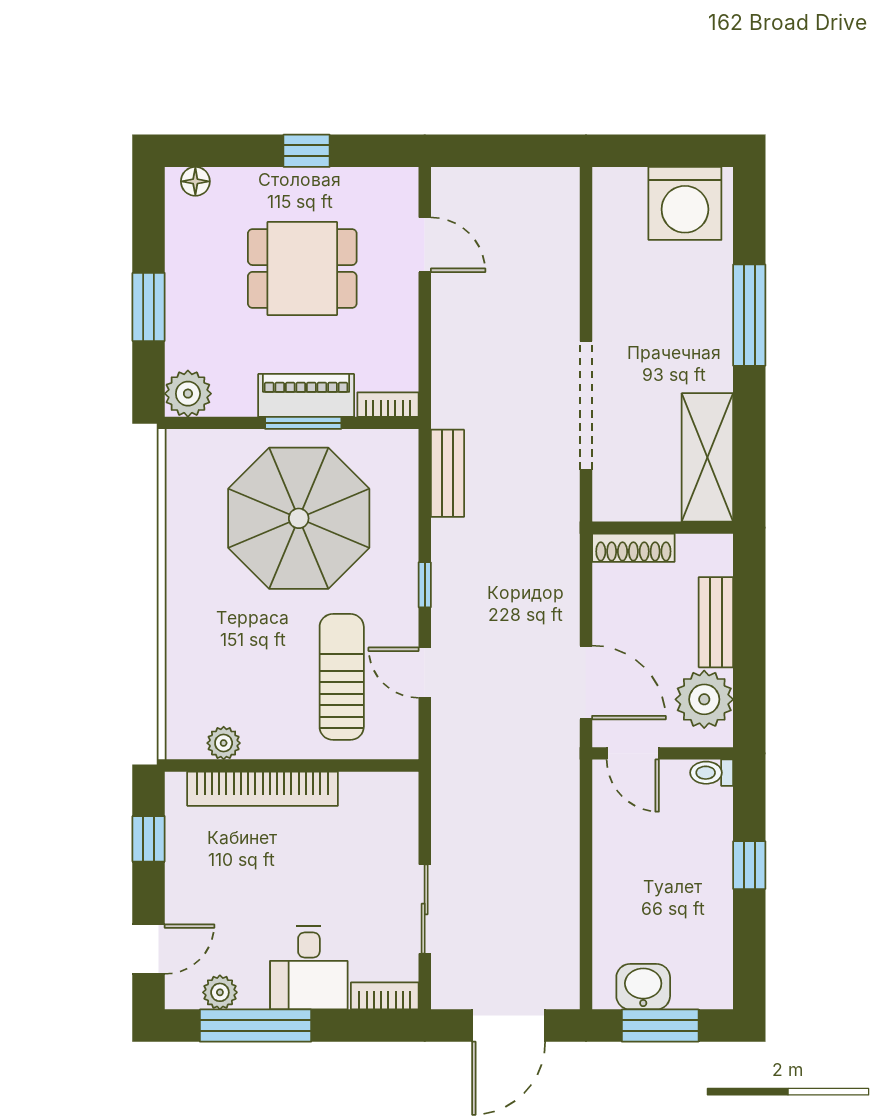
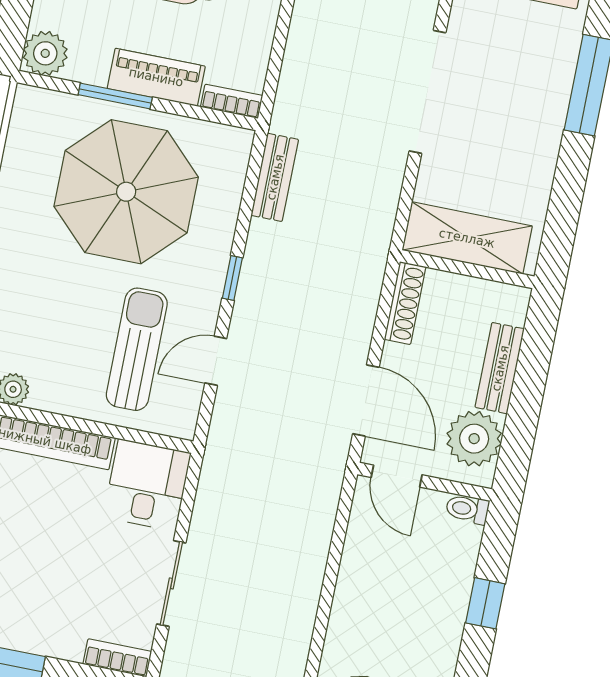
doorway: (586, 406) -> (428, 92), moved
window: (303, 423) -> (115, 96), moved
shelving: (707, 457) -> (467, 238), moved, turned 90
shoe rack: (633, 548) -> (405, 303), moved, turned -90
door: (425, 673) -> (216, 361), hinge flipped
desk: (309, 968) -> (147, 485), moved, turned 180

